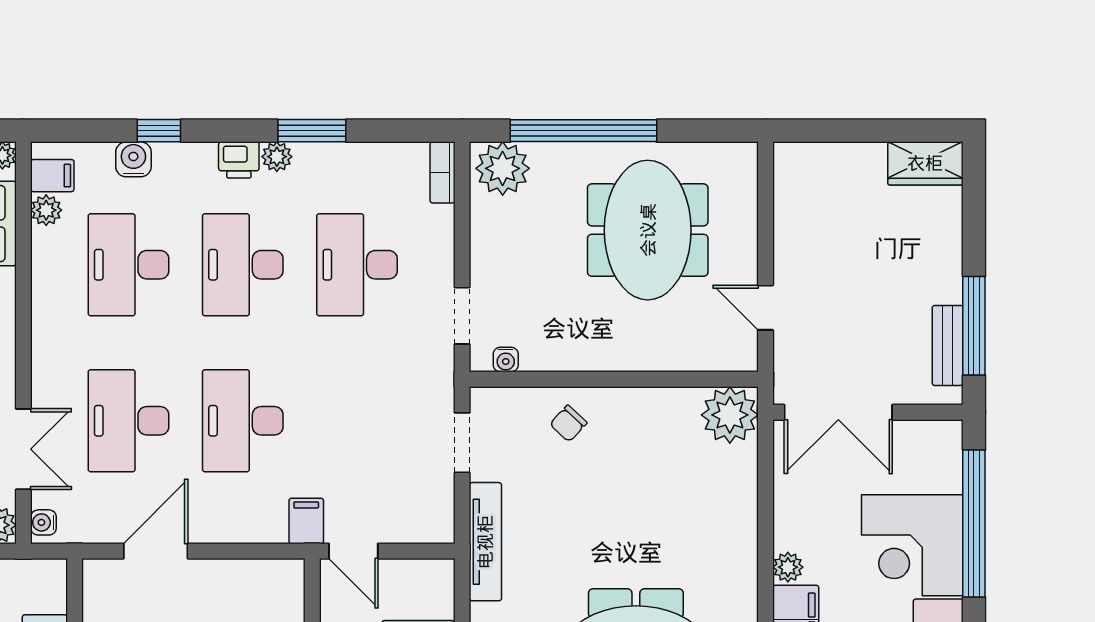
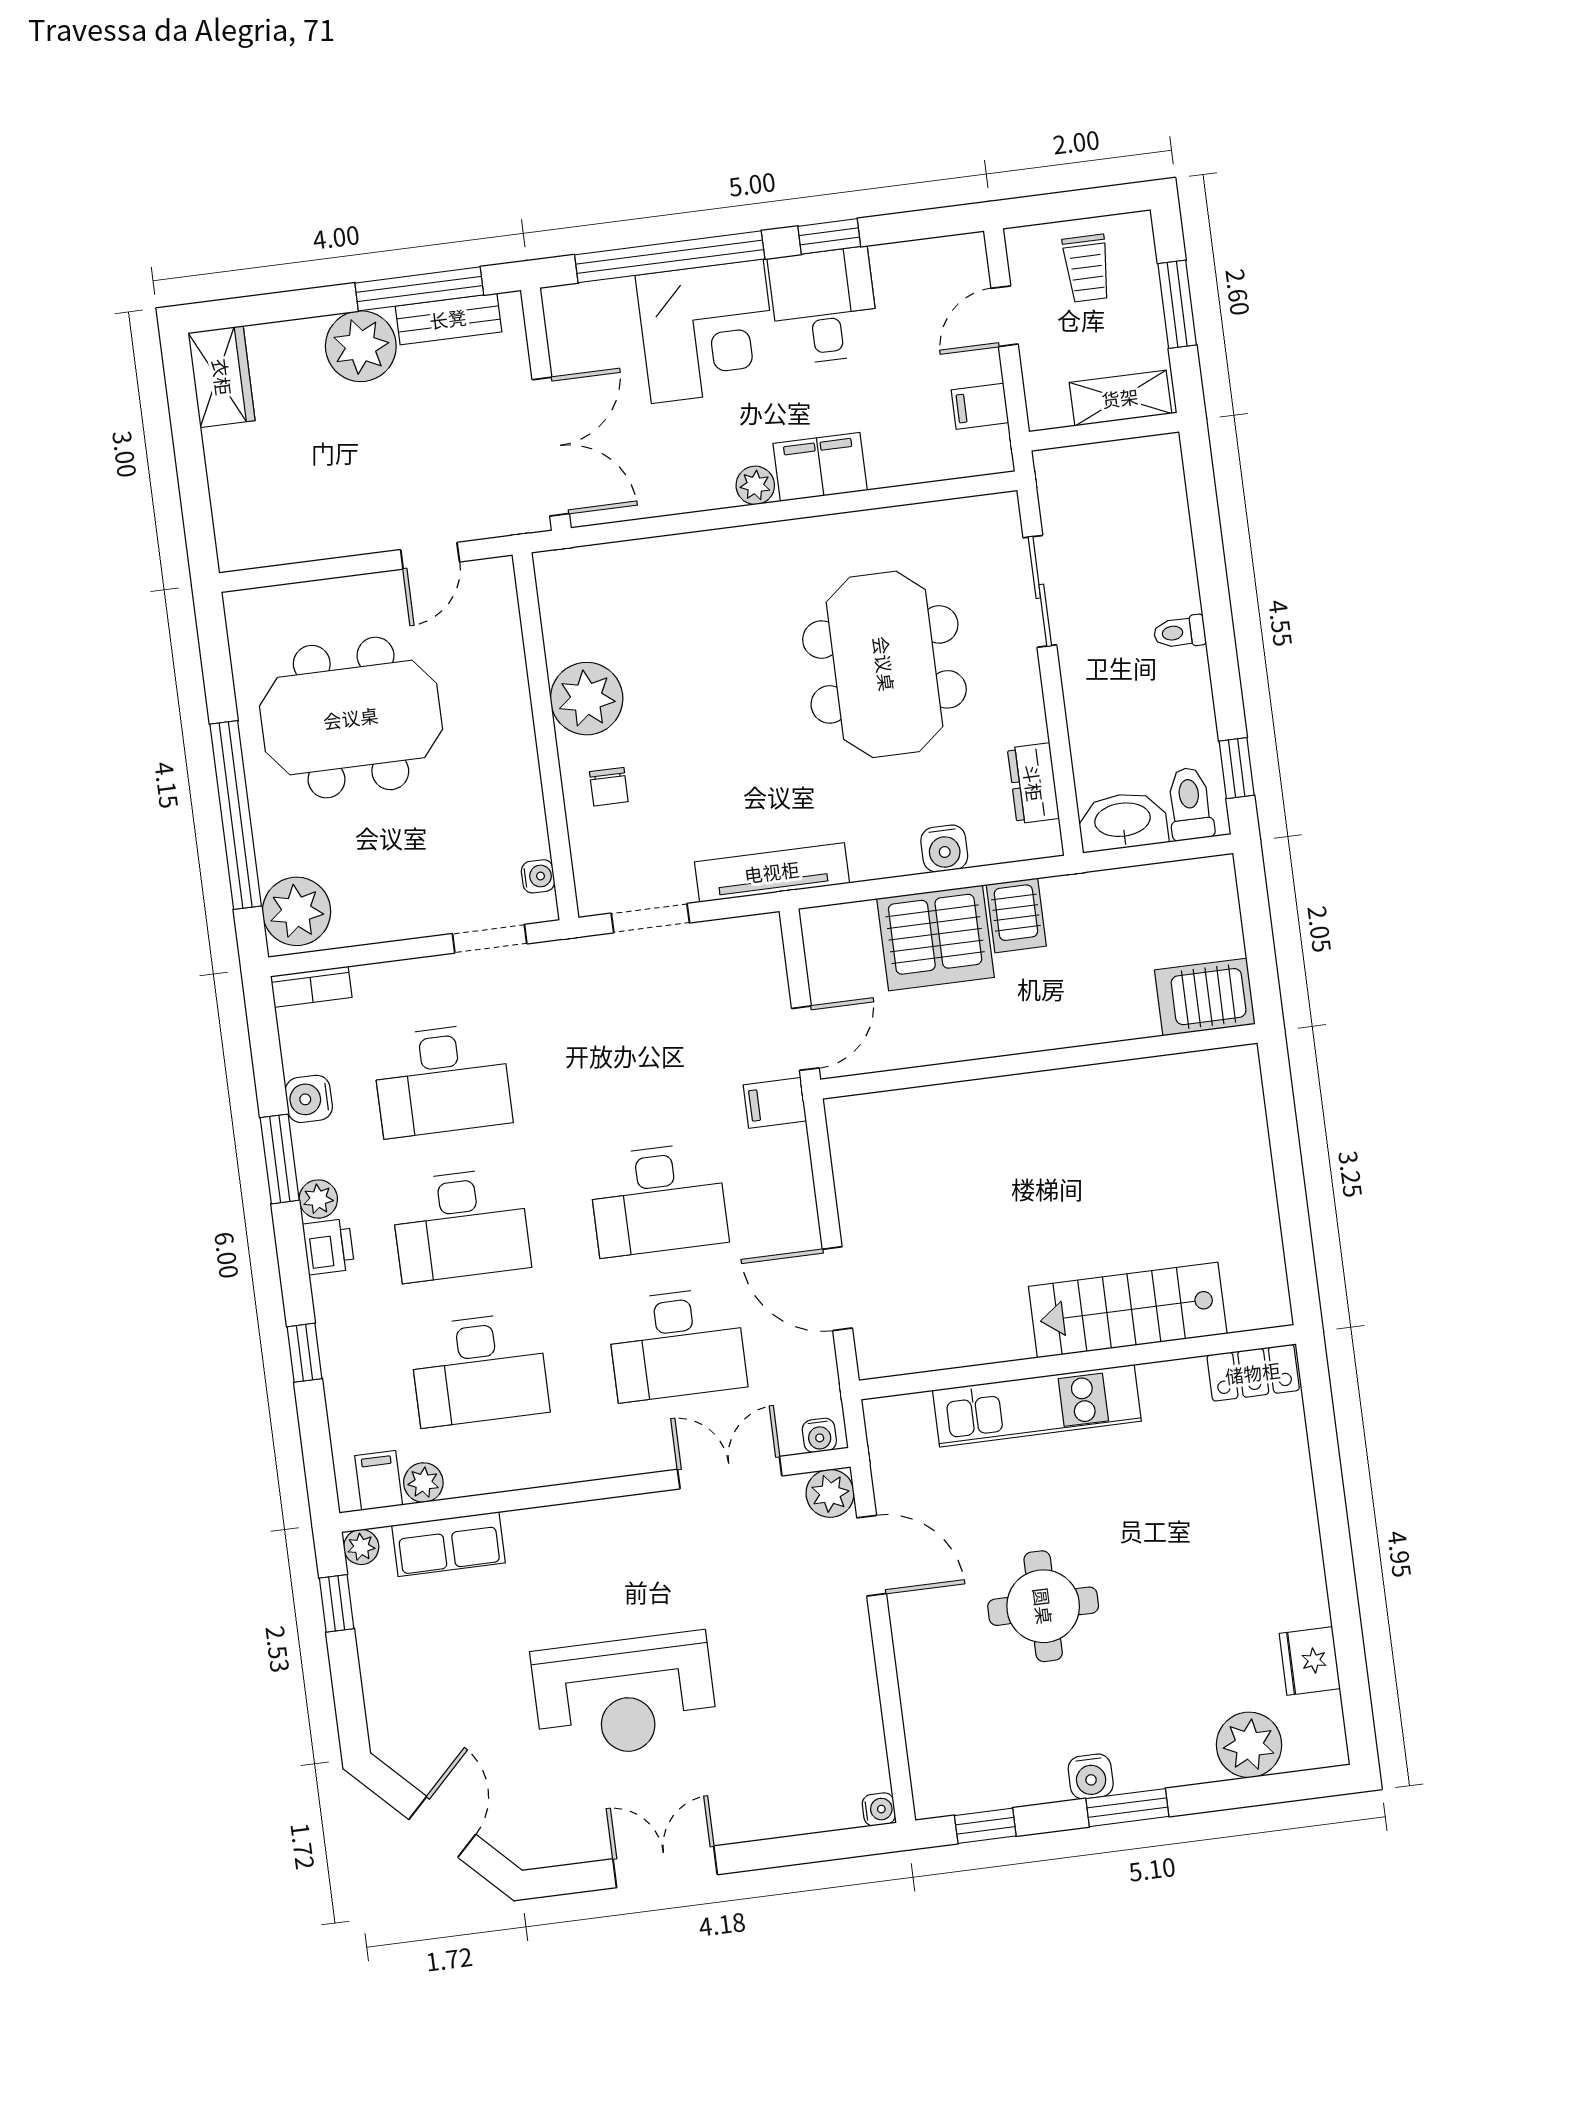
water cooler: (133, 159) -> (309, 1099), moved
plant: (935, 275) -> (361, 346), added
plant: (730, 415) -> (587, 699), moved
chair: (568, 423) -> (609, 787), turned 47

